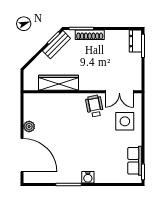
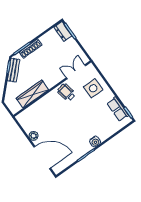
double door: (119, 92) -> (76, 72), swing flipped

